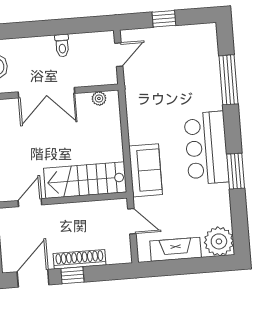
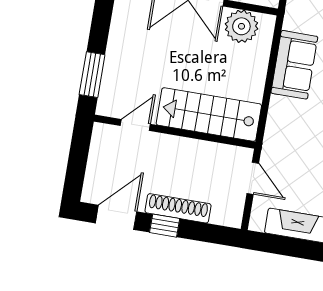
plant: (99, 98) -> (241, 26), width x1.88, depth x1.88
sofa: (146, 170) -> (294, 65), moved

